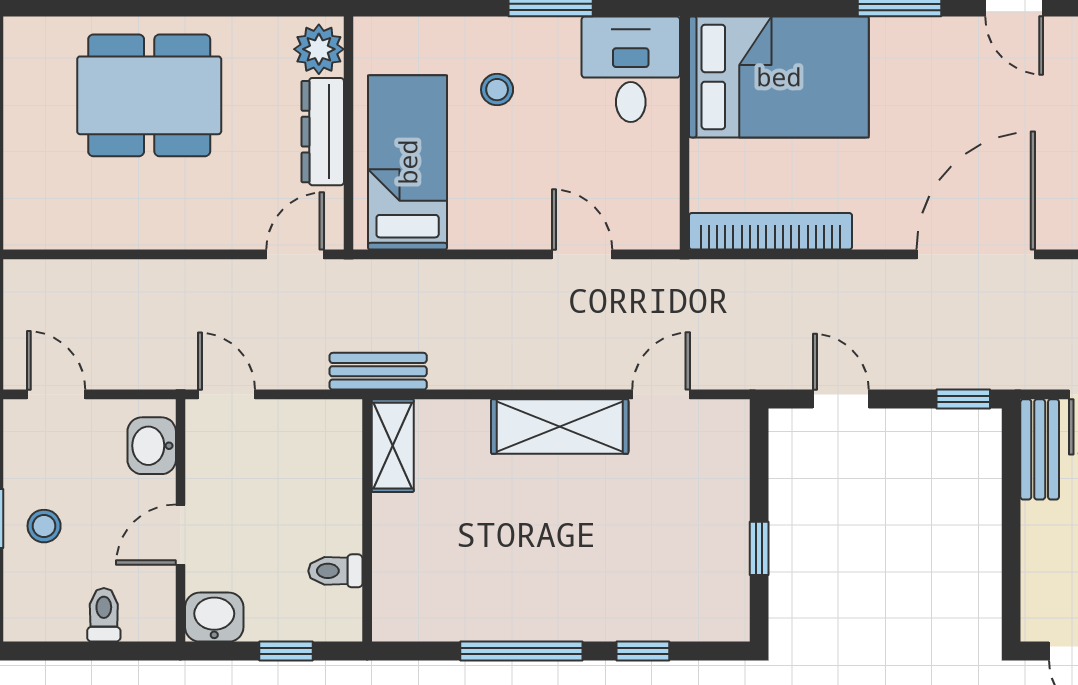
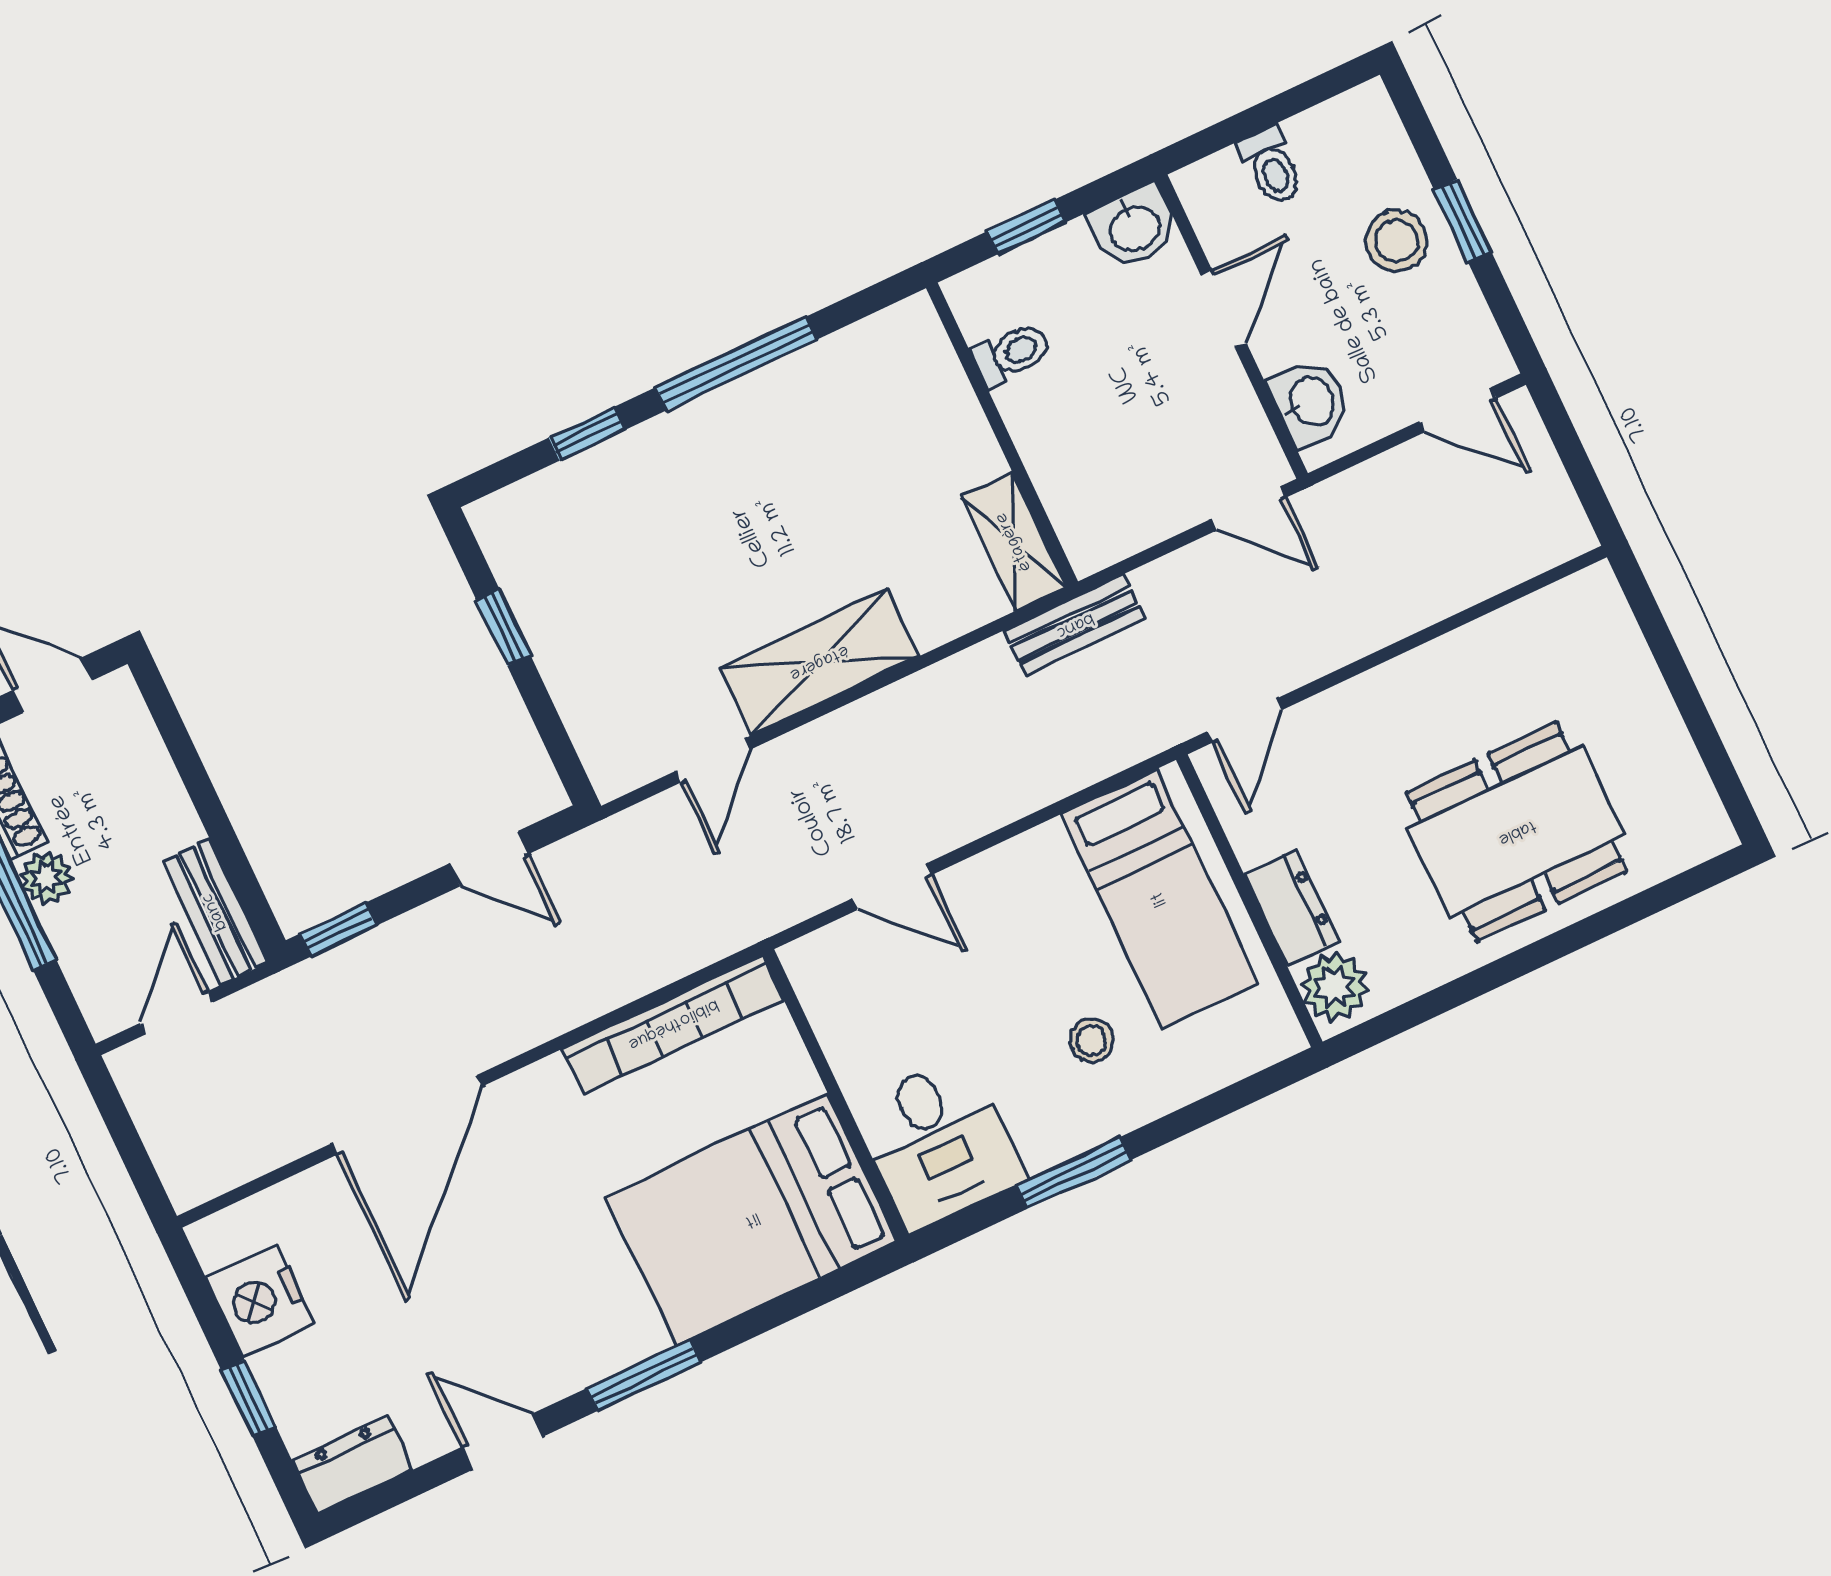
dresser: (323, 132) -> (1291, 908), width x0.70
stool: (44, 526) -> (1396, 241), width x1.37, depth x1.37

